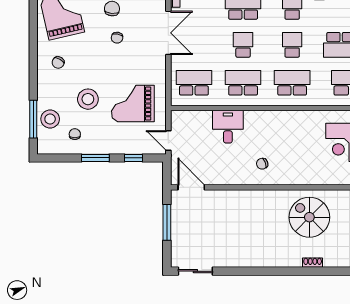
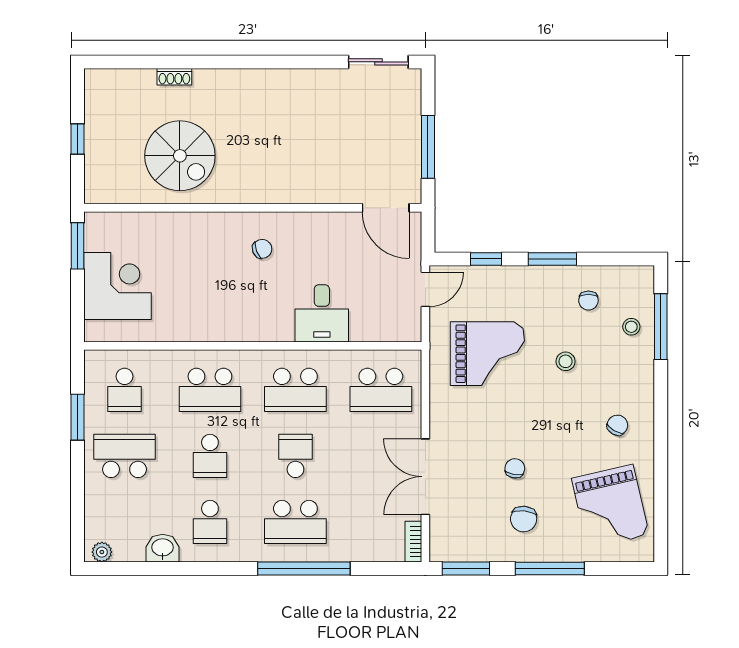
school desk: (243, 45) -> (295, 456), turned 180
stool: (88, 99) -> (566, 361), width x0.53, depth x0.53
stool: (50, 119) -> (631, 327), width x0.53, depth x0.53
door: (168, 140) -> (425, 289), hinge flipped

